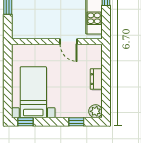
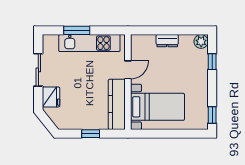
kitchen counter: (36, 31) -> (117, 104), added
bed with nightstands: (33, 92) -> (157, 107), moved, turned 180

